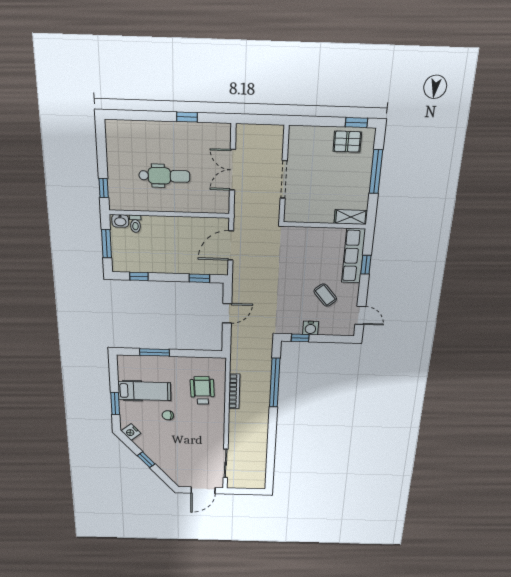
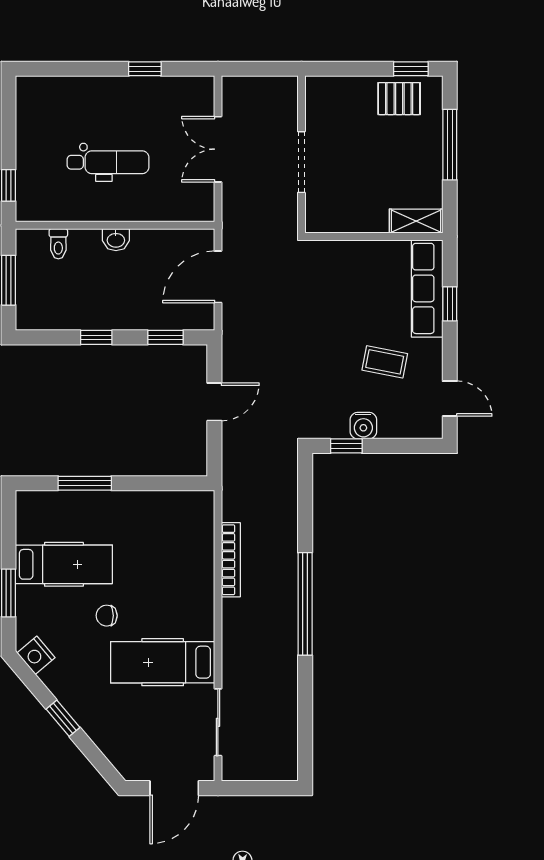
washbasin: (120, 221) -> (116, 240), moved
window: (139, 276) -> (96, 337), moved
coffee table: (325, 295) -> (385, 362), turned -39
window: (275, 383) -> (305, 604), moved
wheelchair: (202, 390) -> (172, 560), removed
hospital bed: (197, 437) -> (163, 662), added

